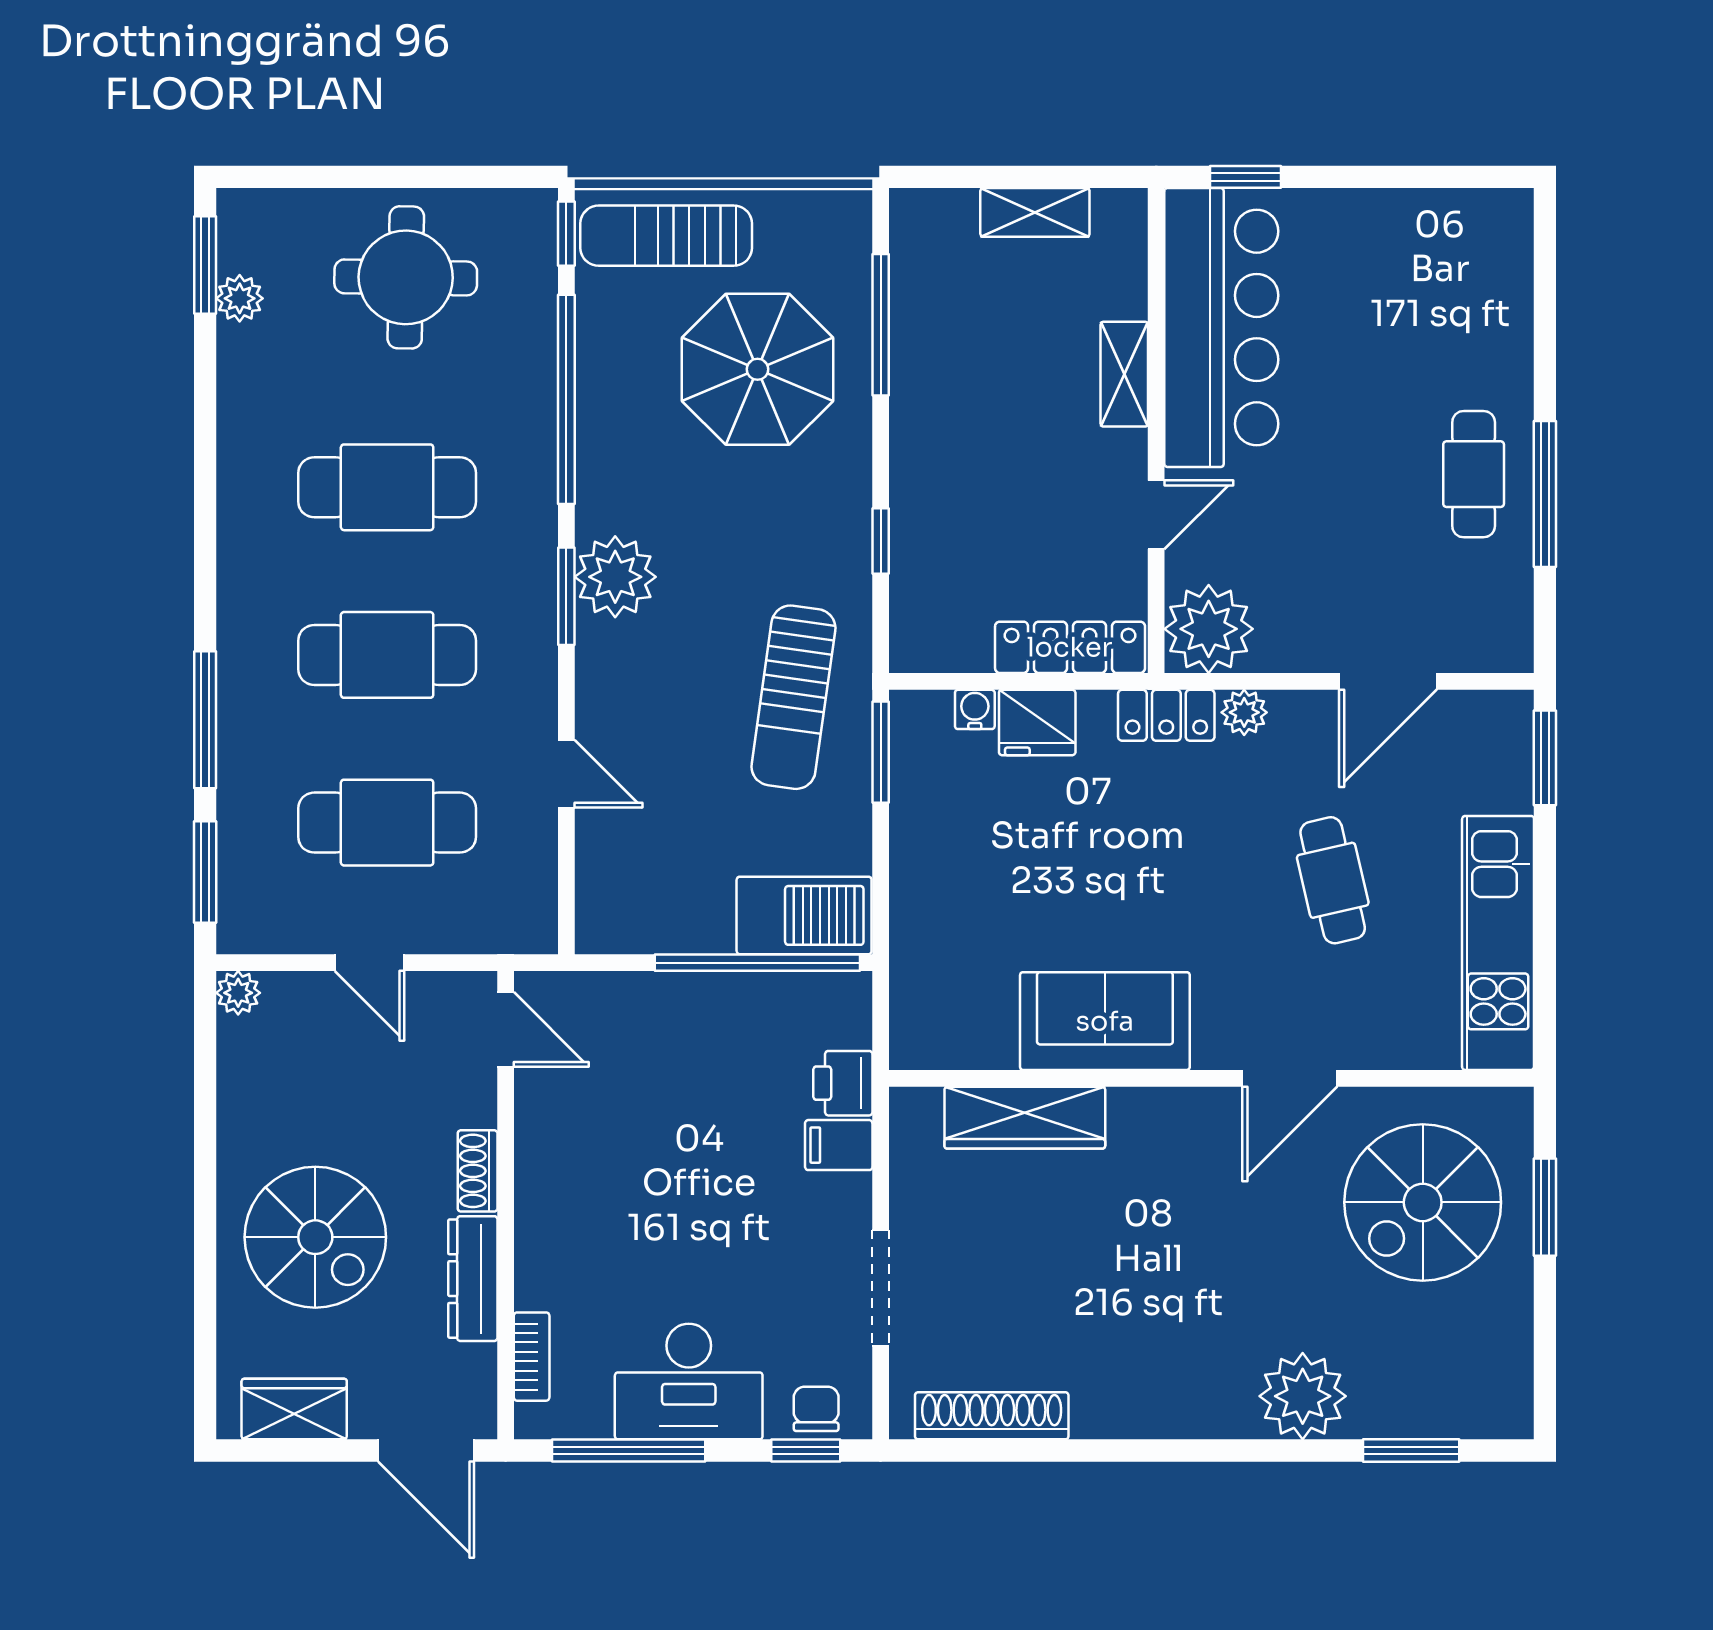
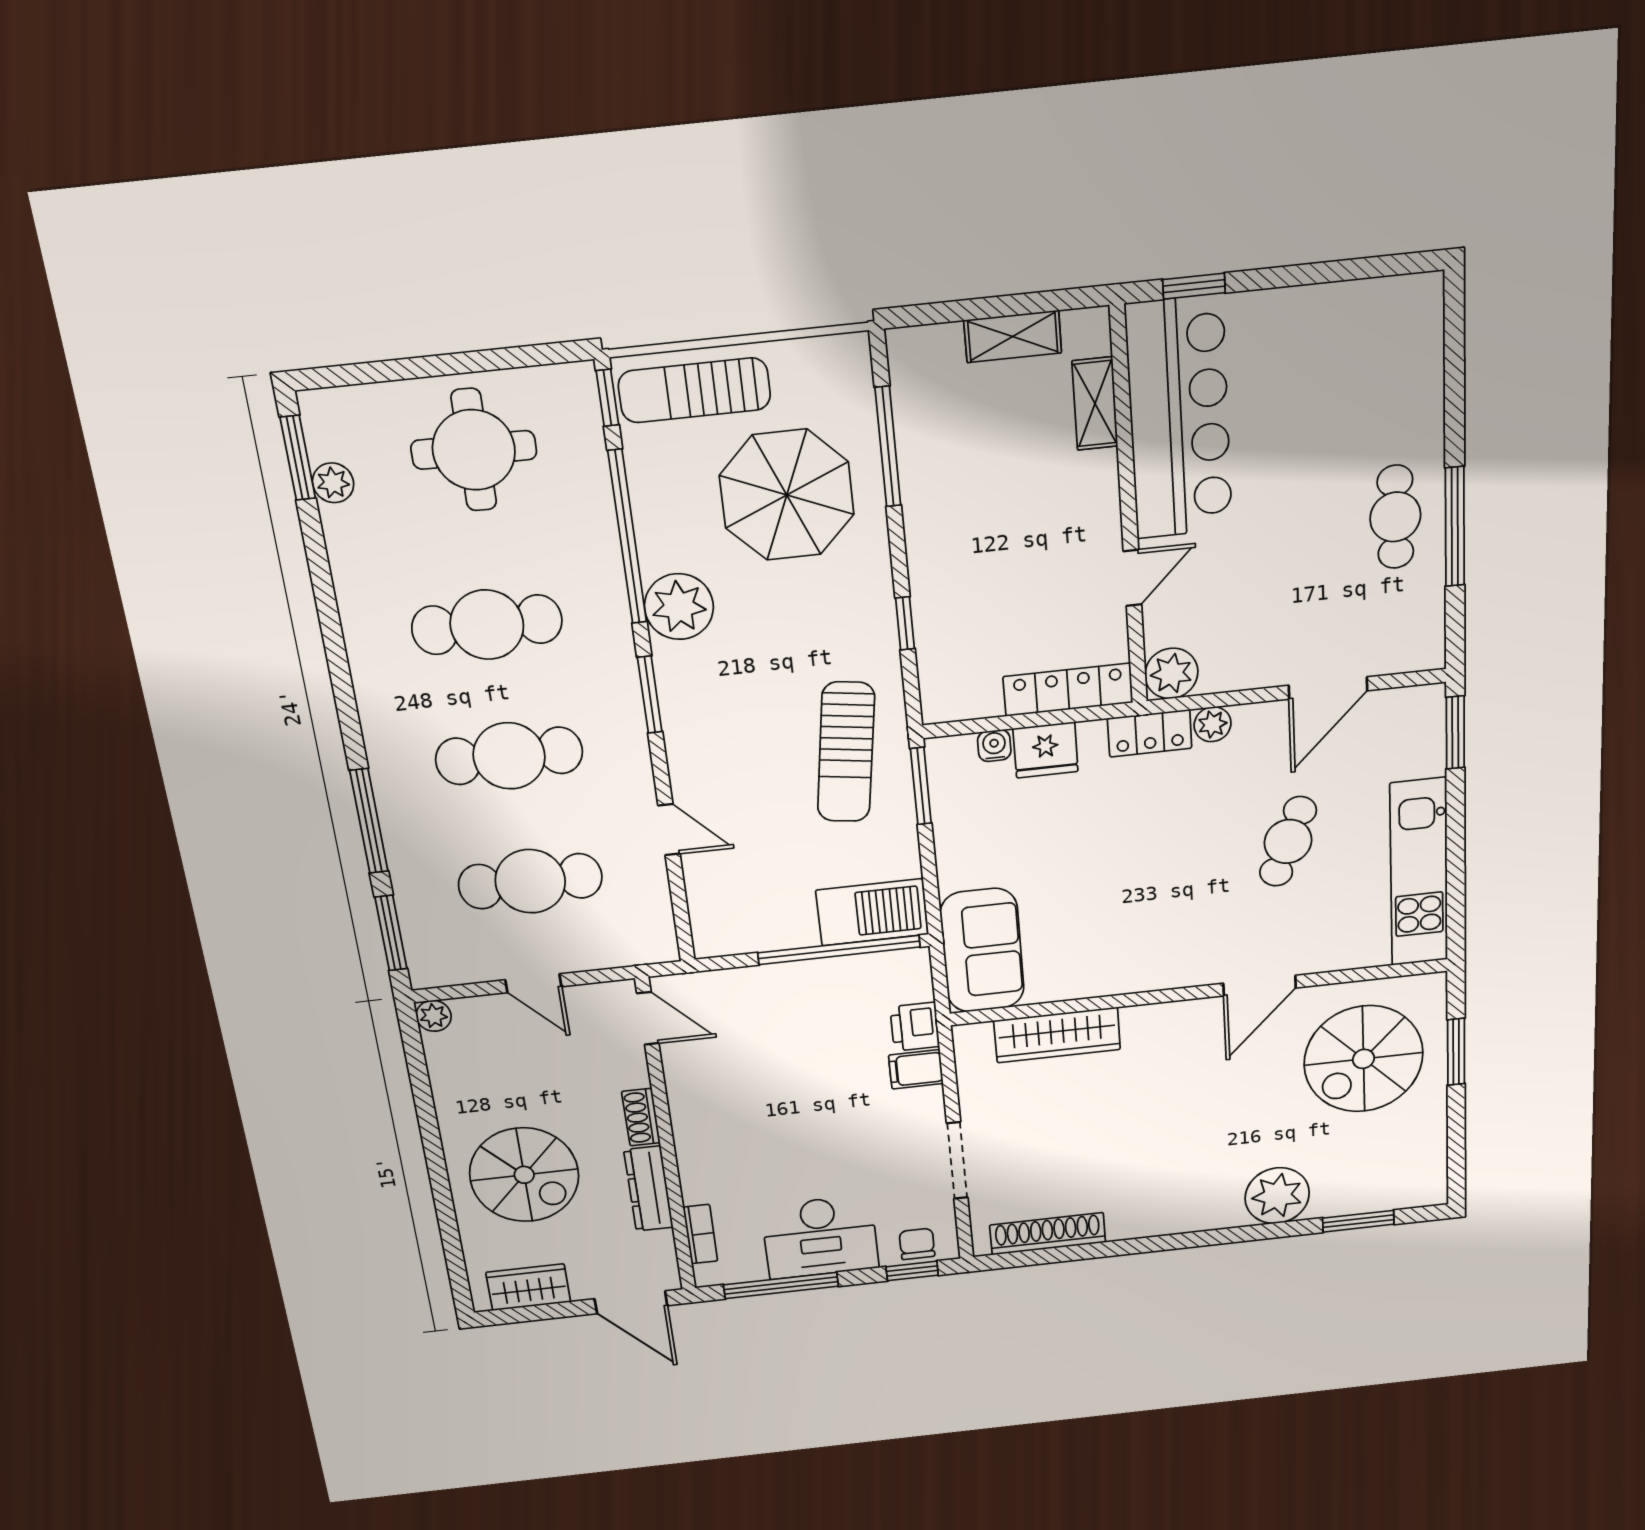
shelving: (1124, 374) -> (1095, 404), moved
plant: (615, 577) -> (679, 607), moved
plant: (1209, 629) -> (1171, 673), width x0.73, depth x0.73
cafe table: (1333, 880) -> (1288, 841), turned 35
sofa: (1105, 1021) -> (982, 951), moved, turned 90

